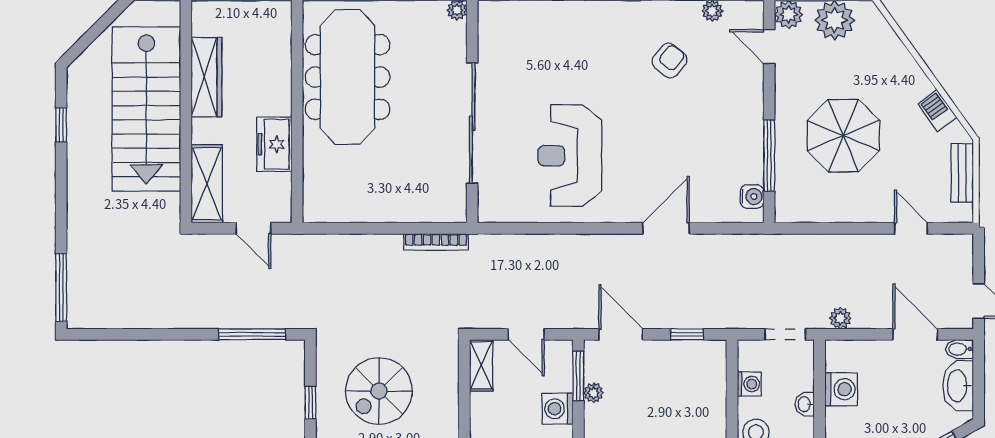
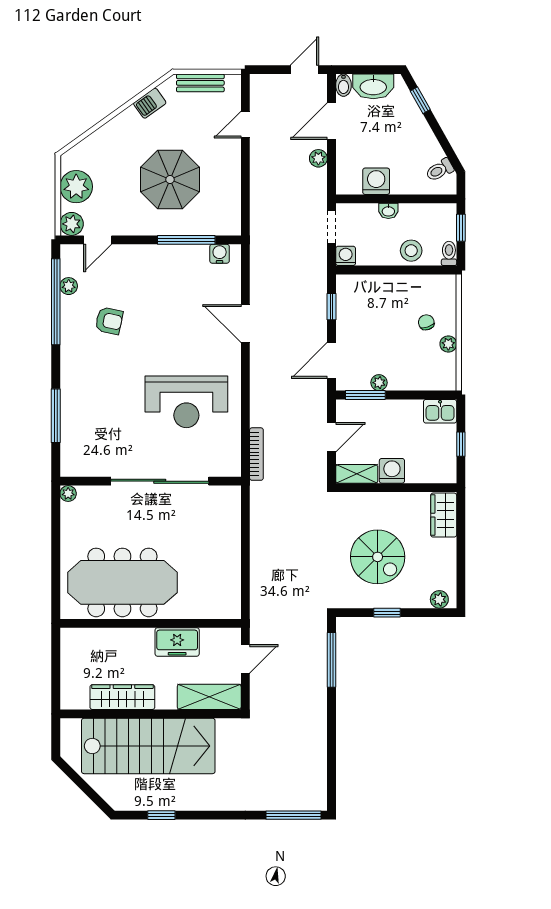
armchair: (670, 61) -> (109, 321), turned 153
bookcase: (436, 242) -> (256, 454), moved
plant: (840, 318) -> (318, 158), moved
washing machine: (749, 384) -> (346, 256), moved
washing machine: (558, 409) -> (392, 471), moved, turned 180

